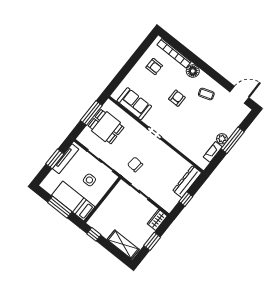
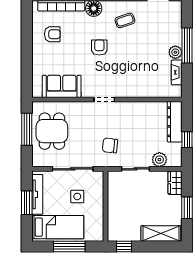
dining table: (106, 127) -> (52, 131), turned 90
plant: (159, 198) -> (159, 160), added
bed: (73, 201) -> (58, 227), moved, turned 180

